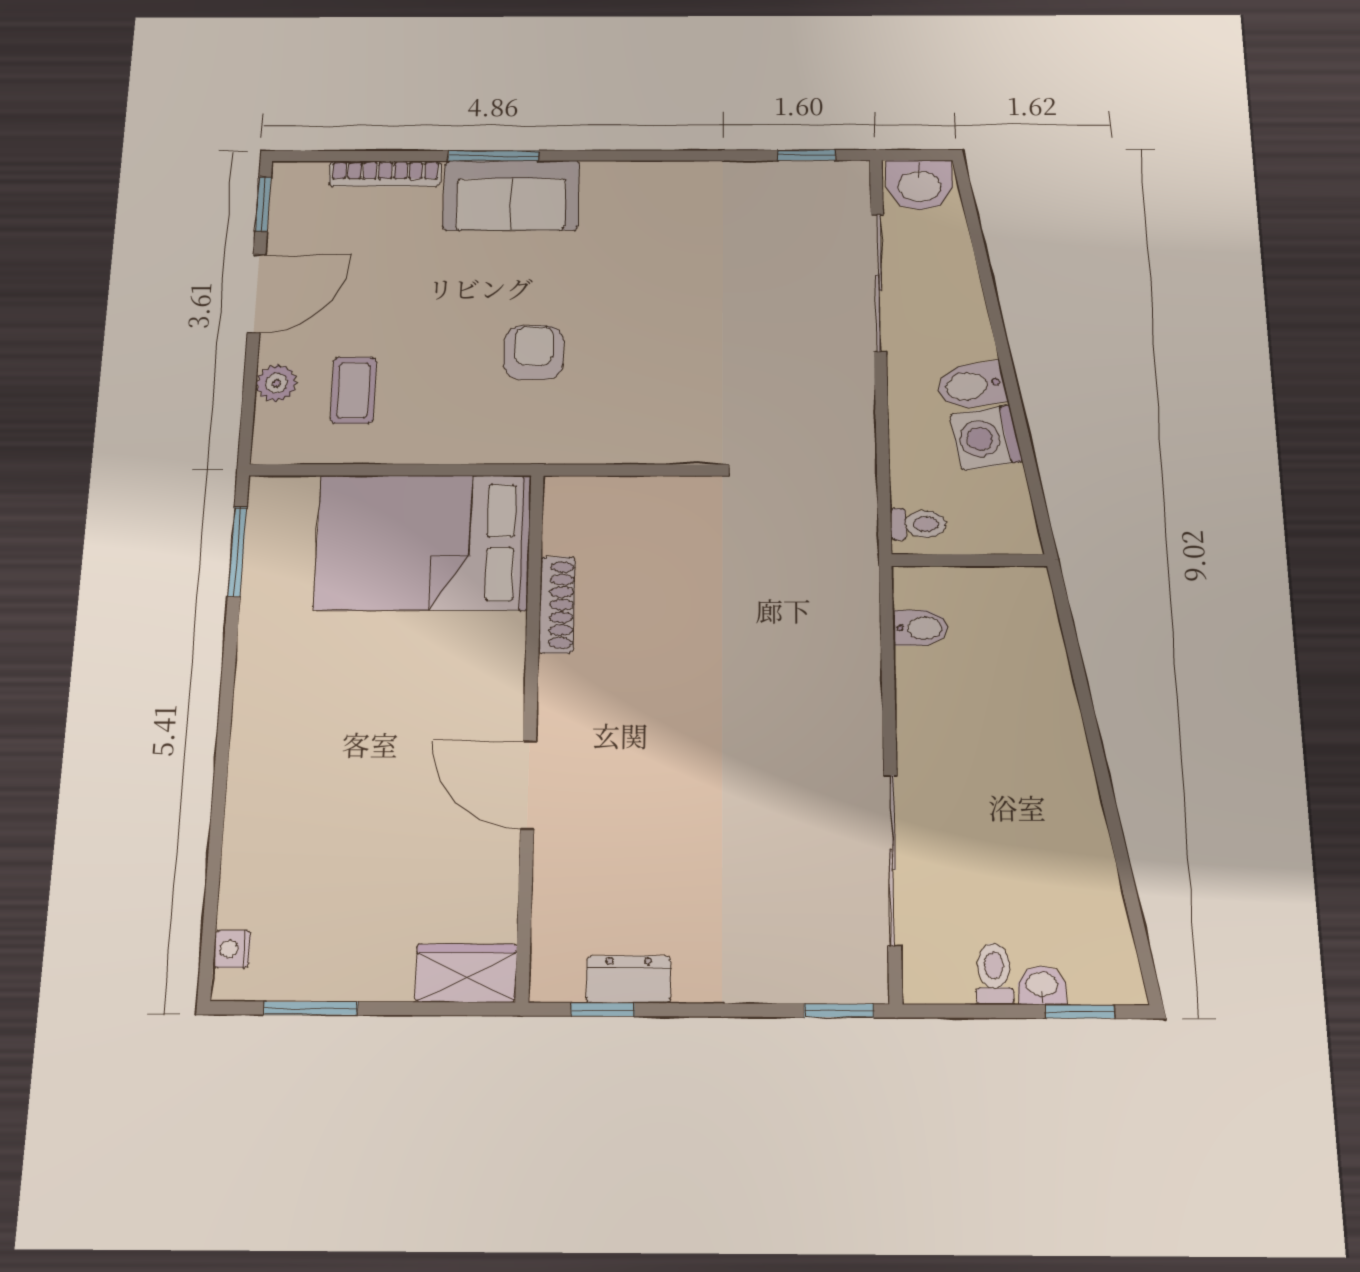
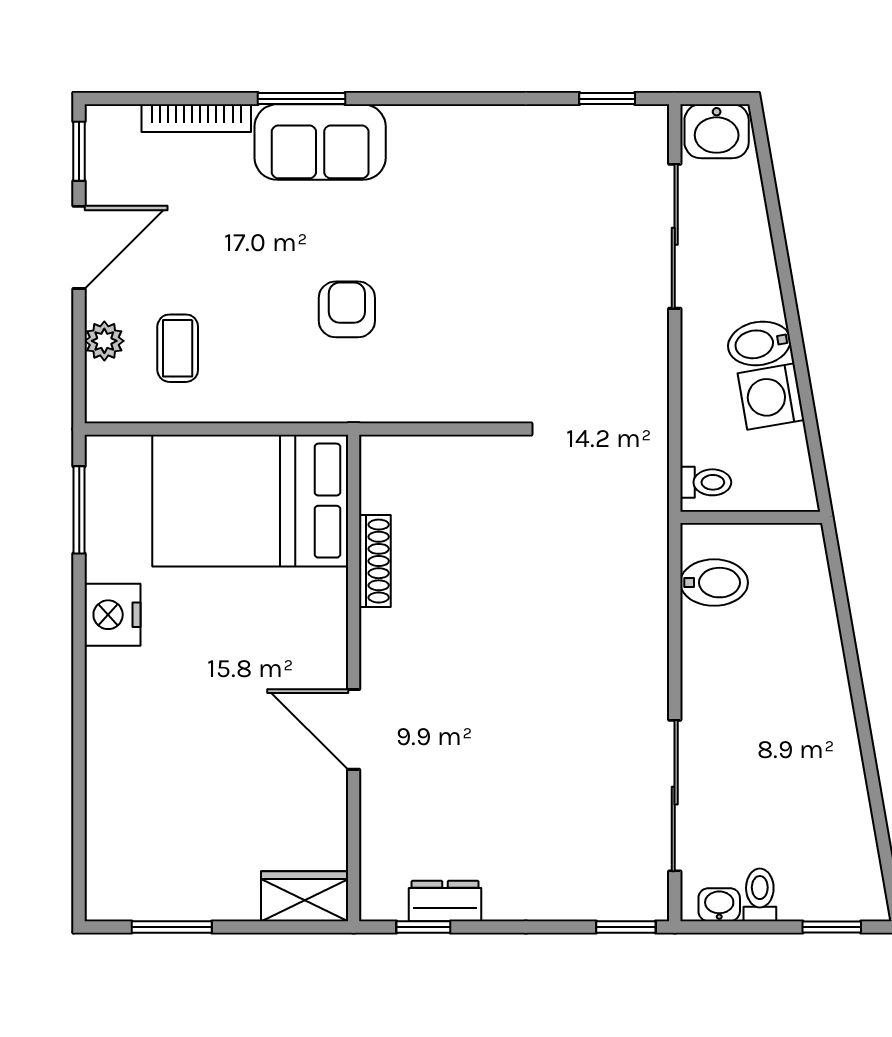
bidet: (921, 628) -> (714, 583), width x1.38, depth x1.36
nightstand: (232, 949) -> (112, 615), moved, width x1.89, depth x1.79
washbasin: (1042, 985) -> (719, 905), moved

